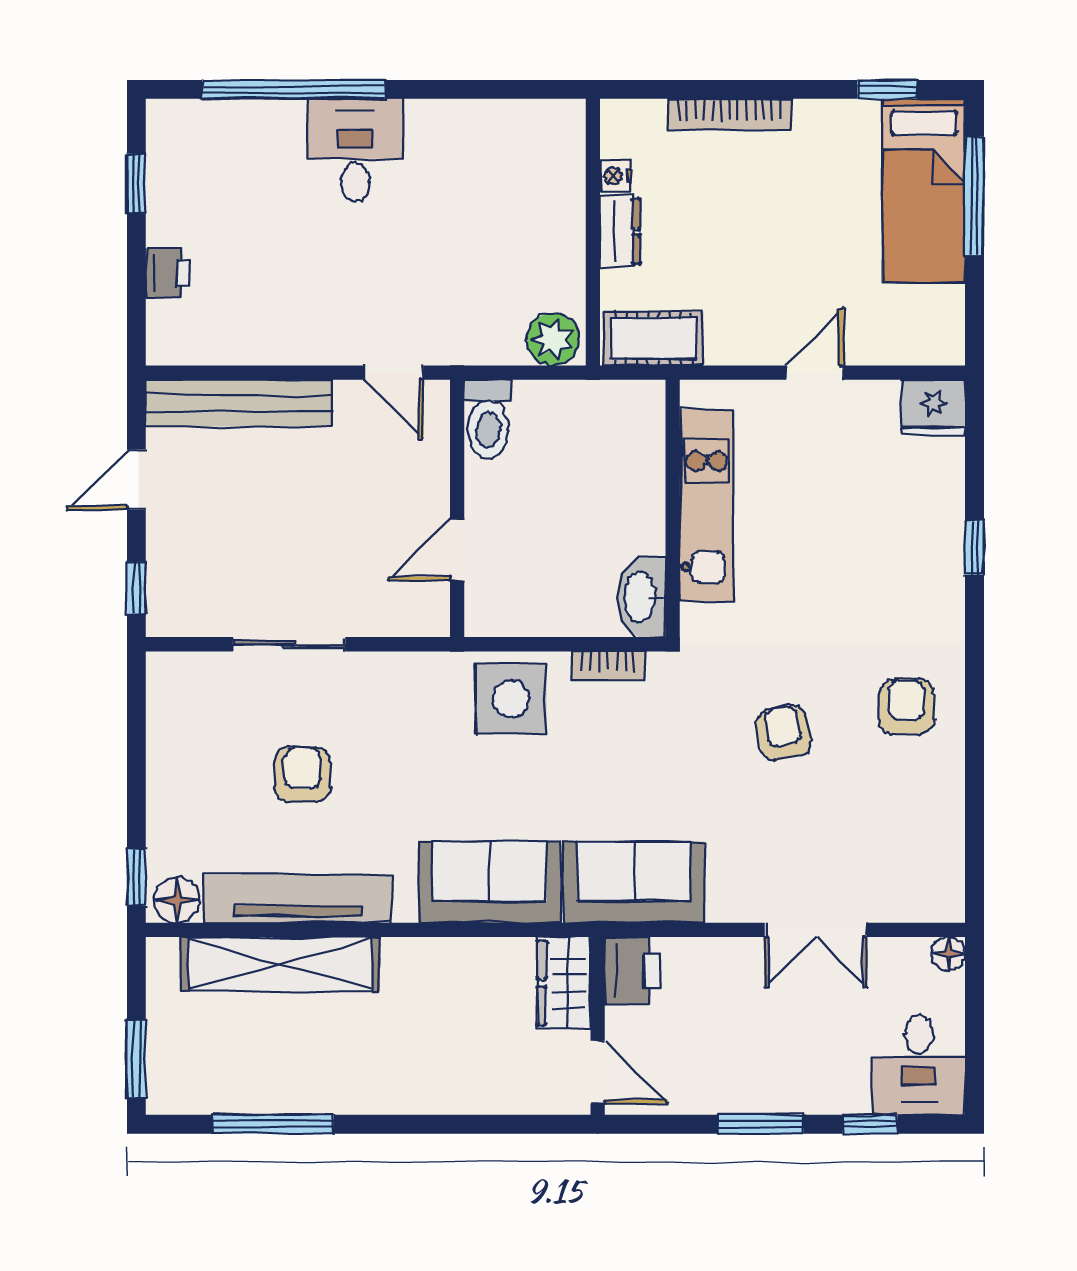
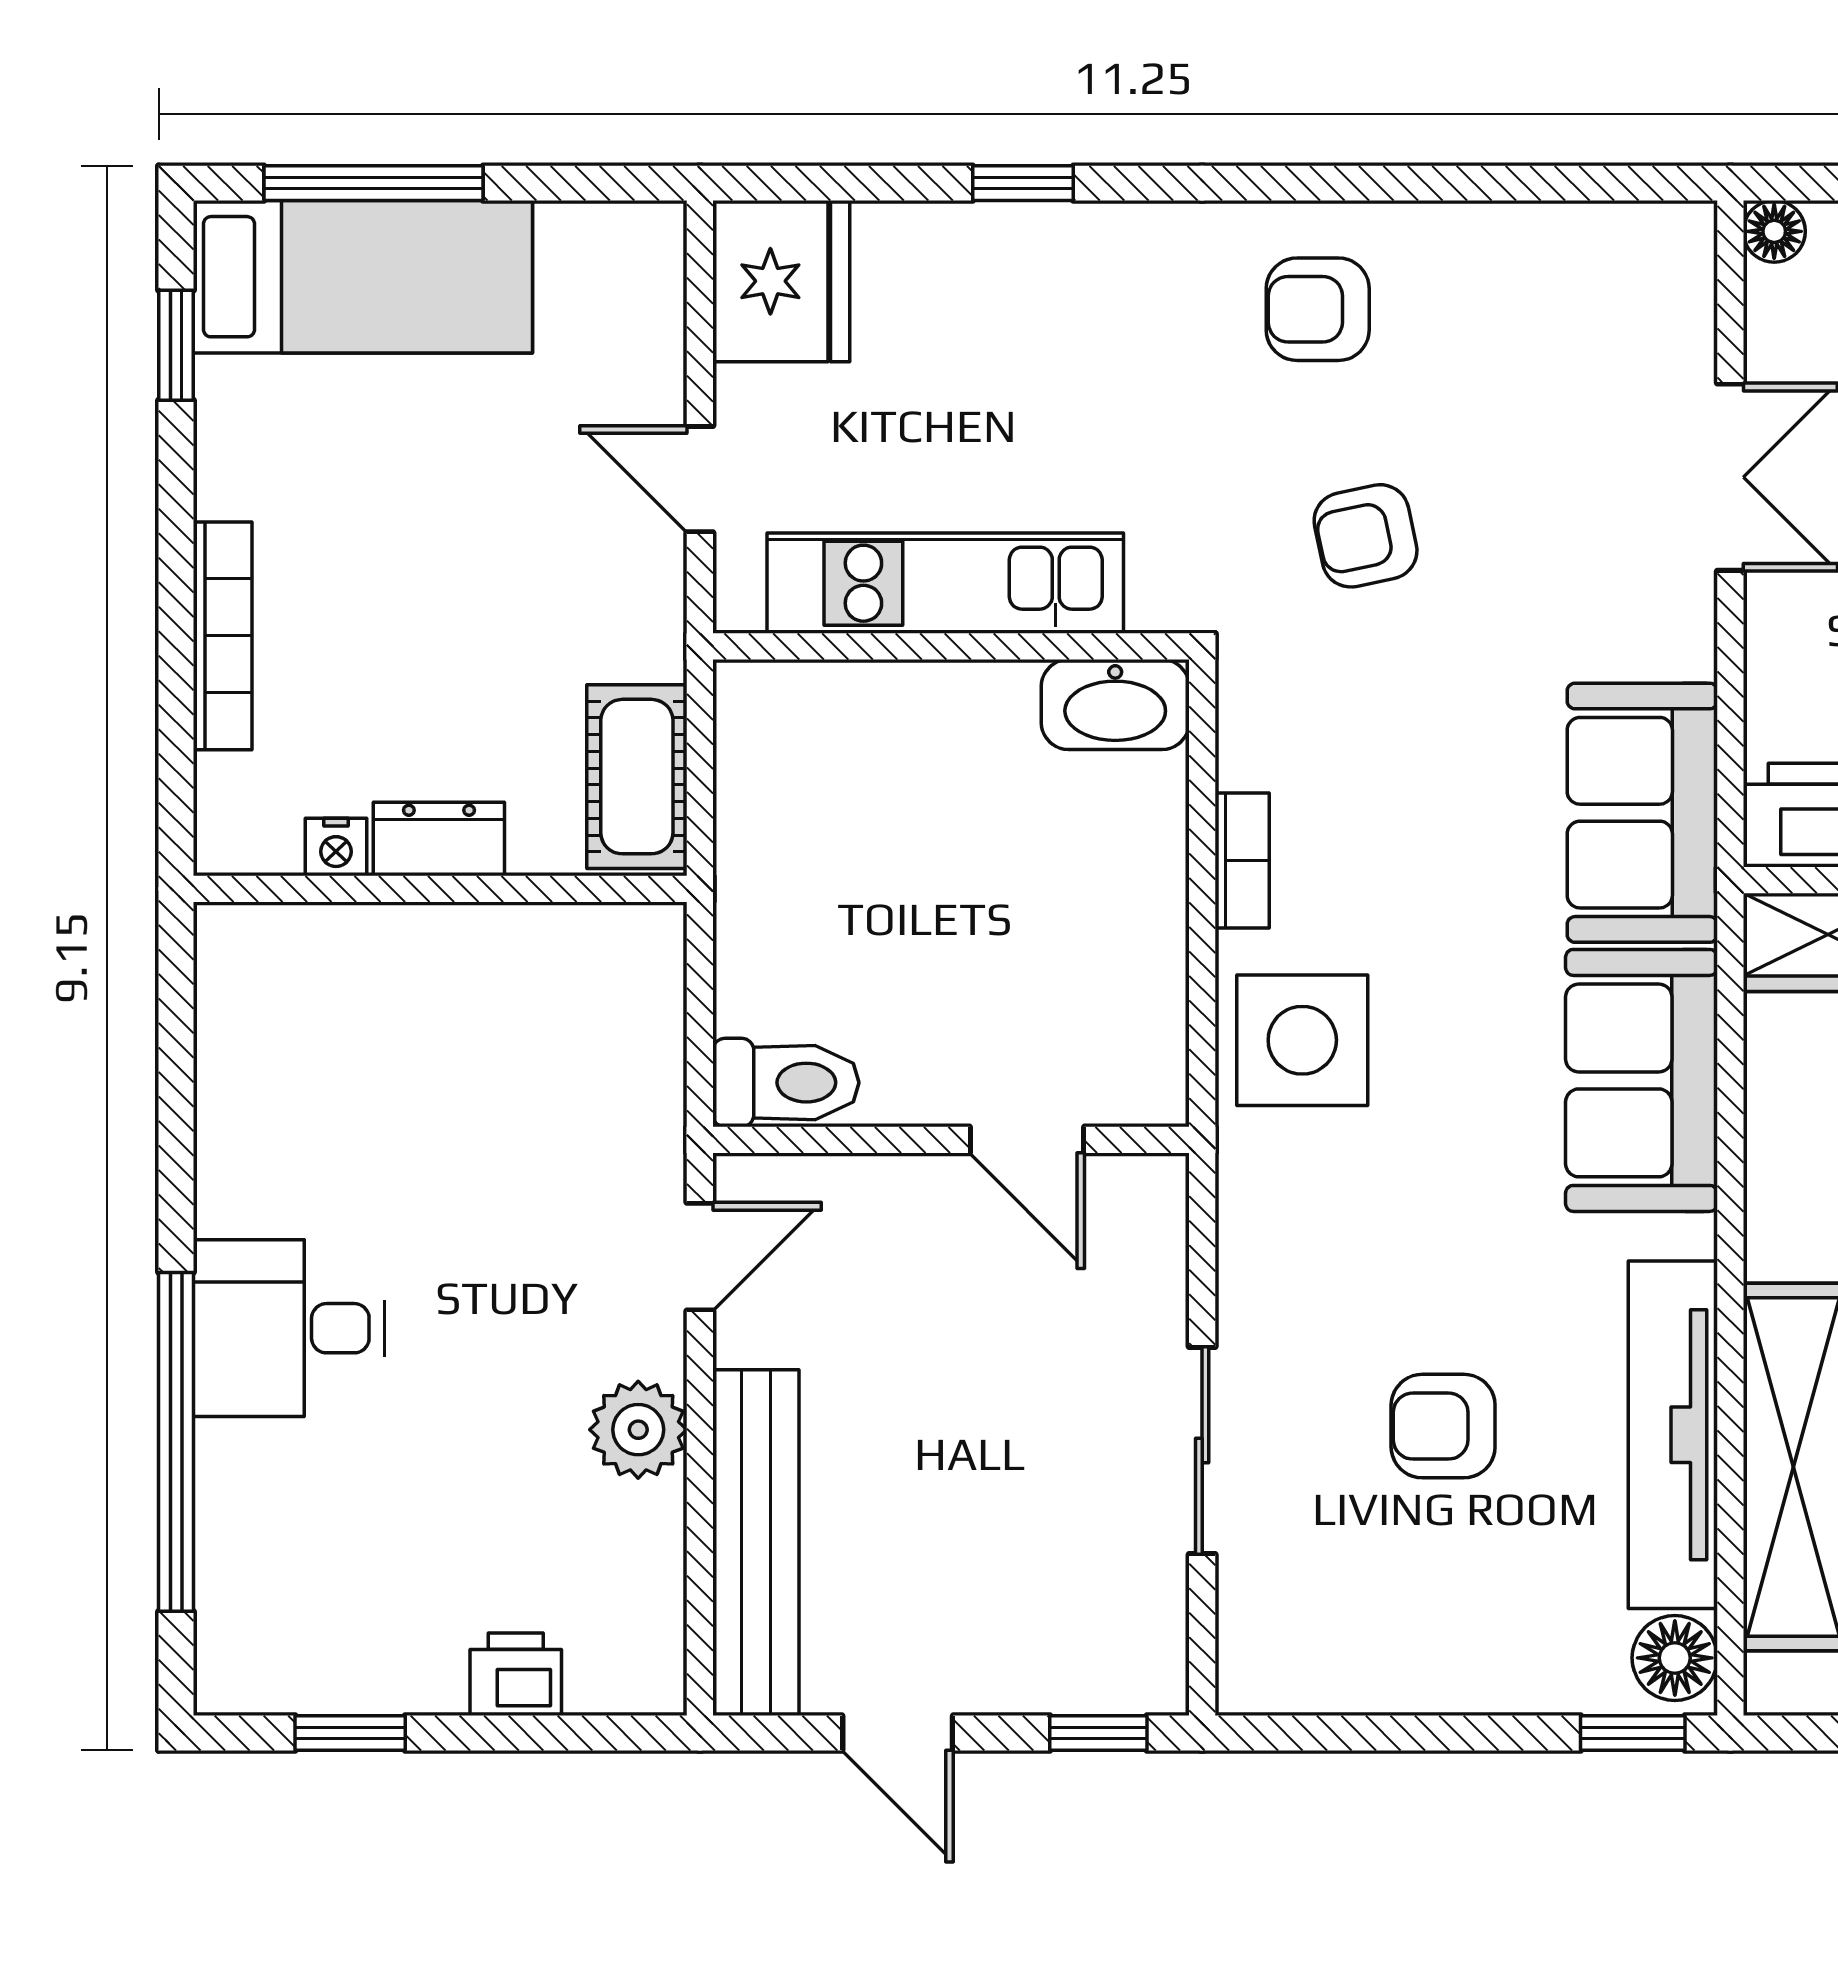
plant: (553, 339) -> (638, 1430), moved
fridge: (933, 407) -> (781, 281), width x1.36, depth x1.34
kitchen unit: (707, 505) -> (945, 583), moved
wall: (673, 508) -> (951, 646), moved
washbasin: (641, 597) -> (1115, 704), moved

